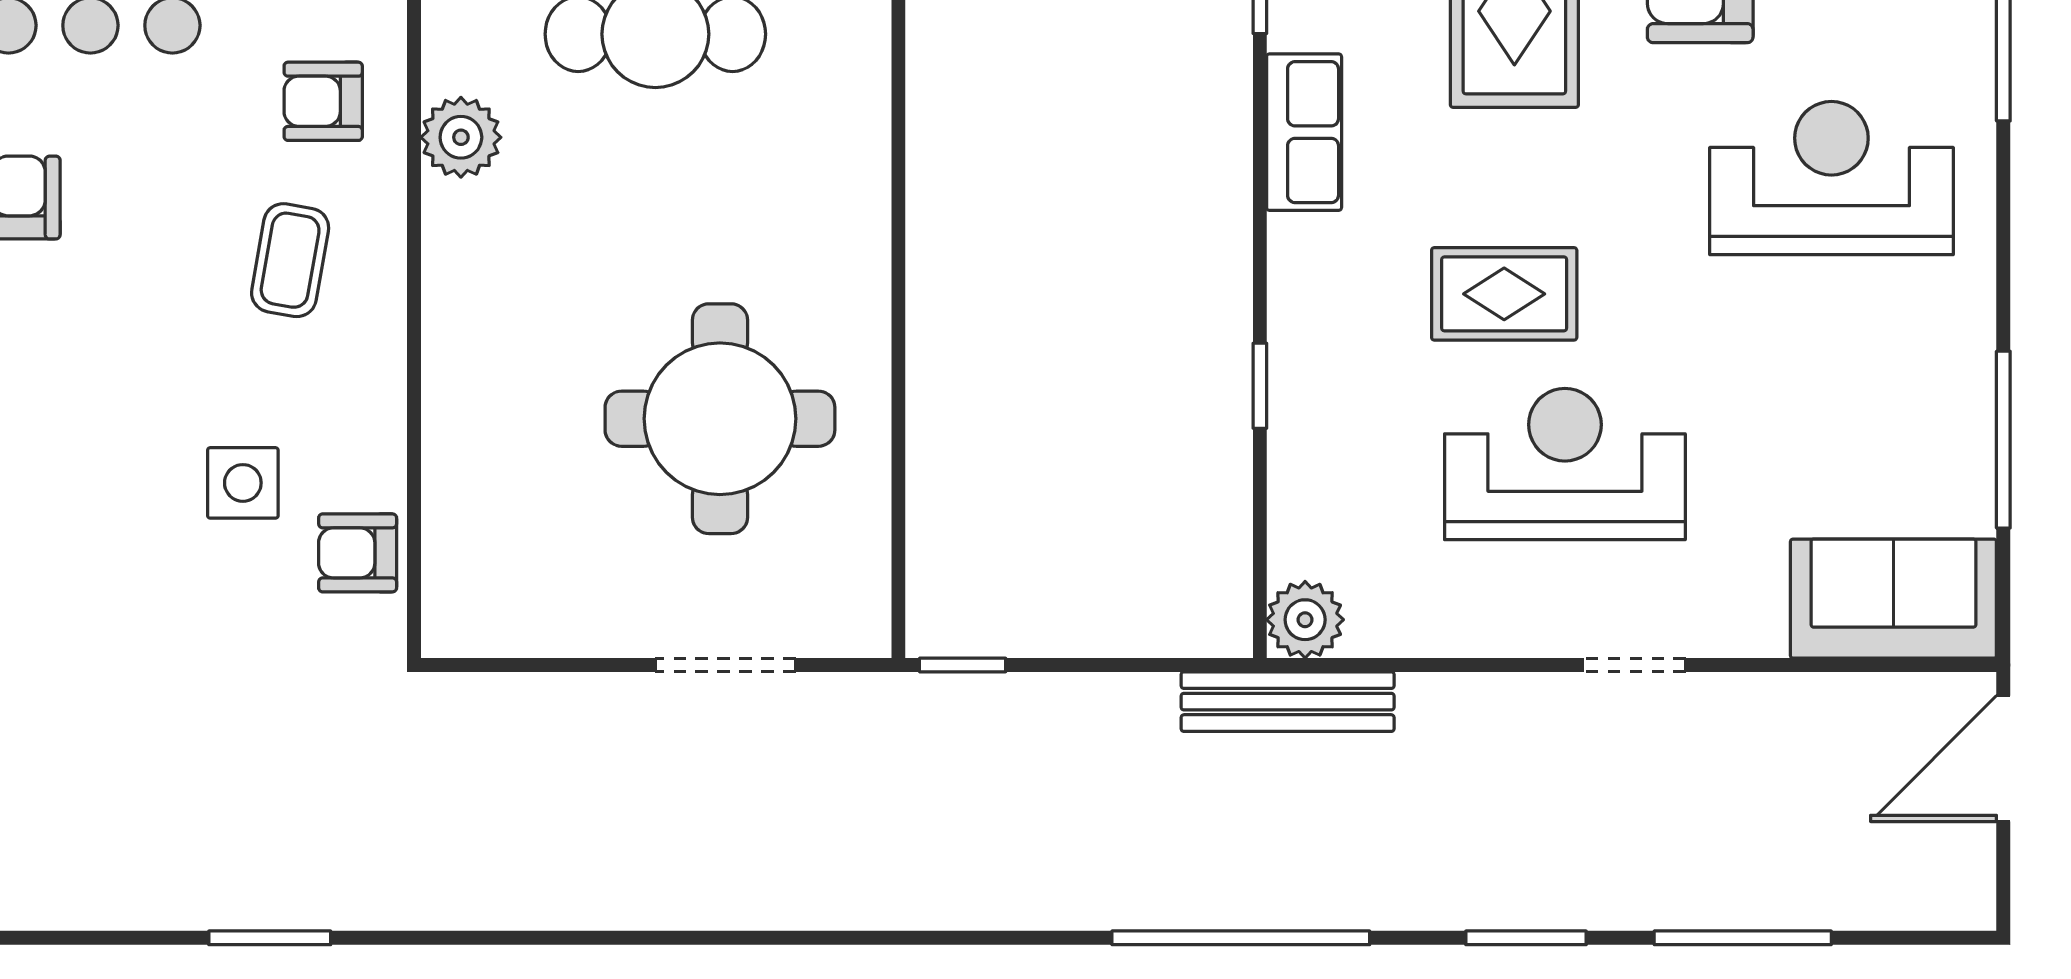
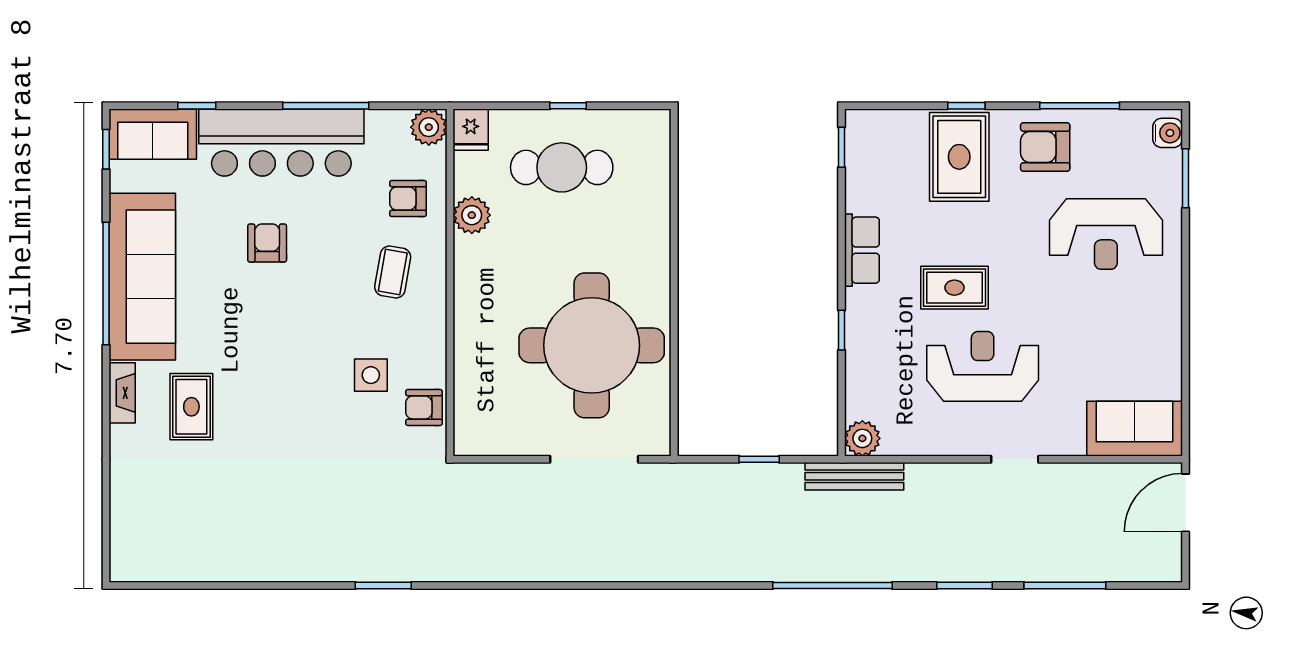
row of seats: (1304, 132) -> (862, 250), moved
reception desk: (1831, 178) -> (1106, 234), turned 180
round table: (720, 419) -> (592, 345), width x1.36, depth x1.36
window: (2003, 440) -> (1185, 355), removed
doorway: (725, 665) -> (594, 459), width x1.36
window: (963, 665) -> (759, 459), moved

